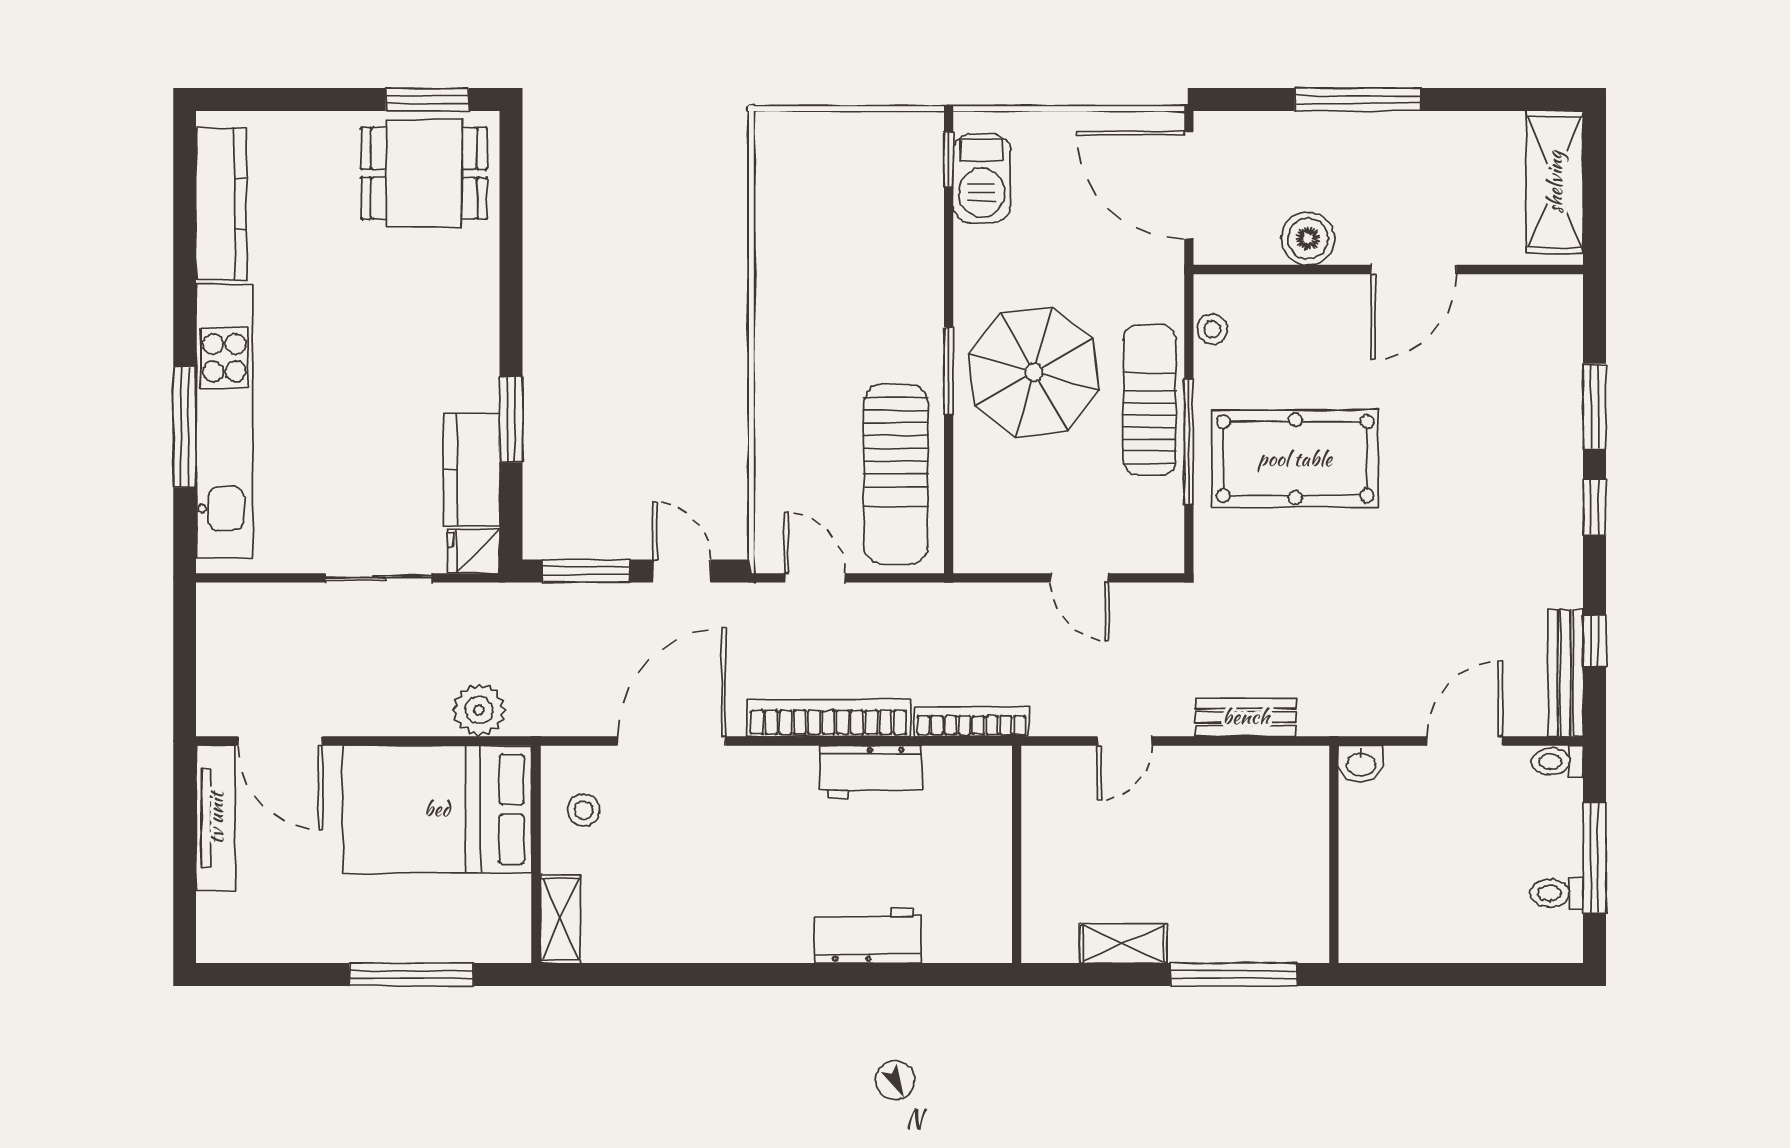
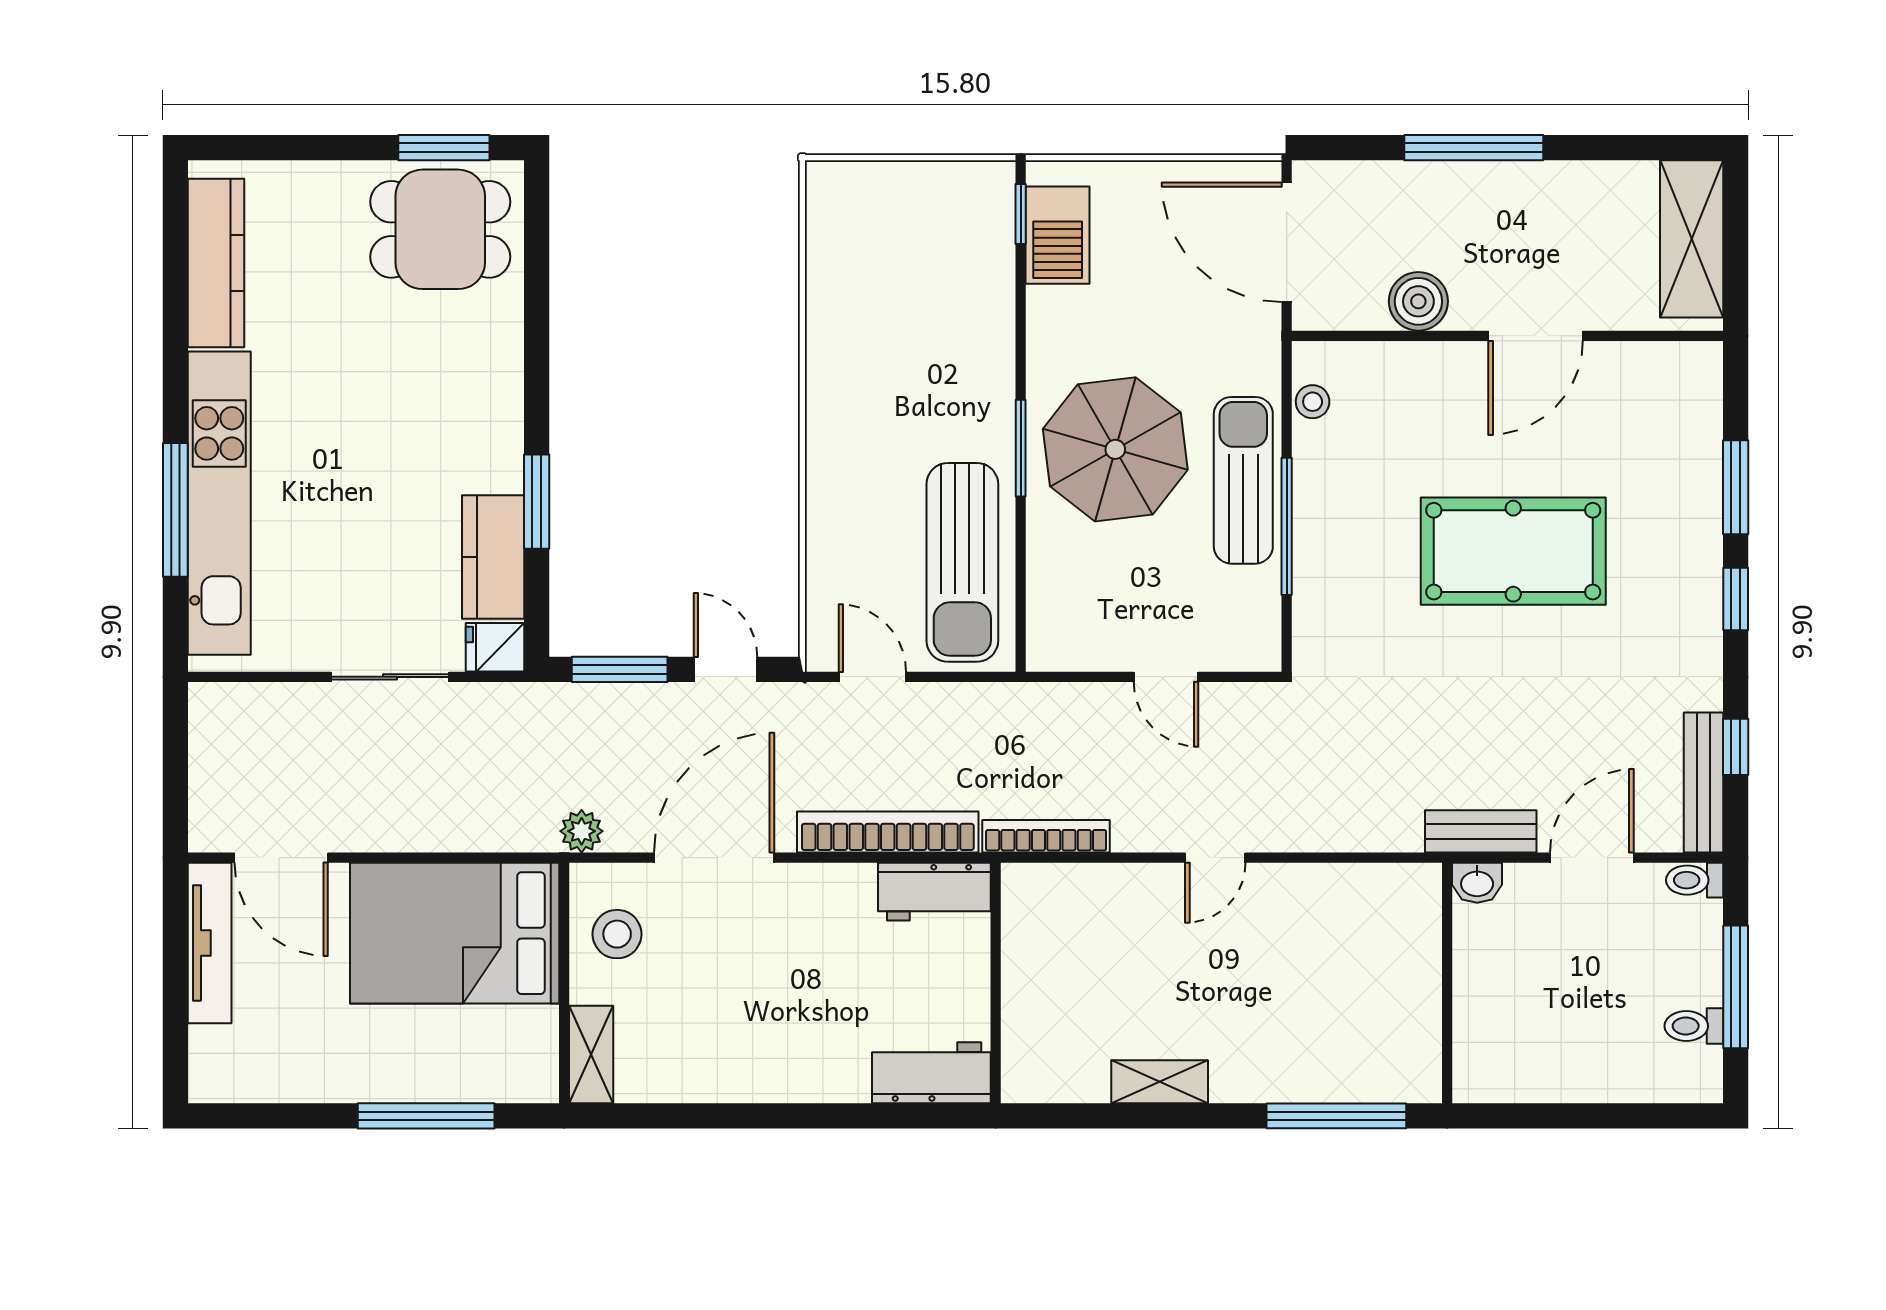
pool table: (1295, 459) -> (1513, 551), moved
plant: (479, 710) -> (582, 831), moved, width x0.73, depth x0.73
bench: (1246, 717) -> (1481, 831), moved
stool: (584, 810) -> (617, 934), width x1.37, depth x1.37
wall: (1017, 854) -> (996, 983), moved
shelving: (1123, 944) -> (1160, 1082), moved

